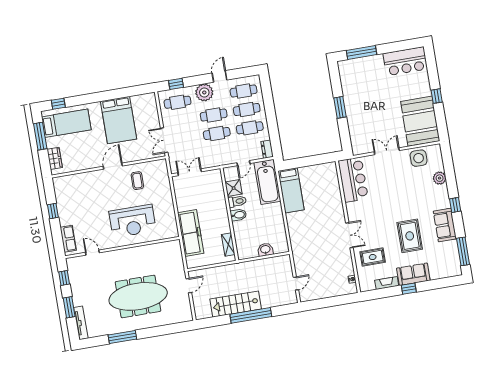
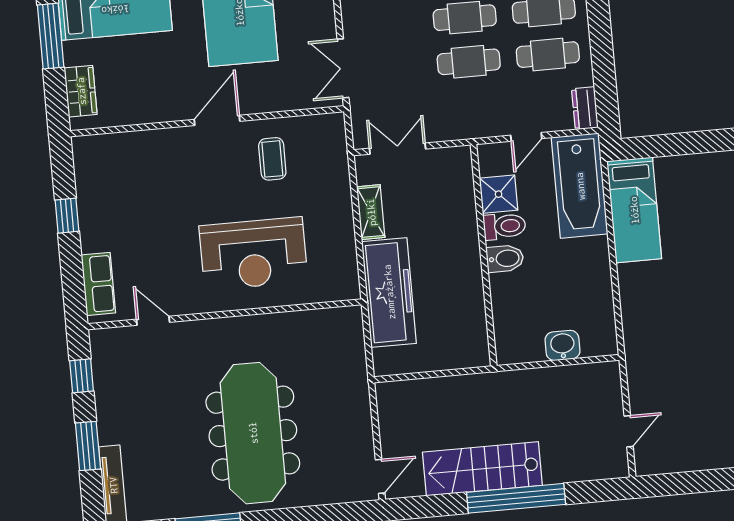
shelving: (228, 244) -> (371, 212), moved
door: (189, 286) -> (380, 476), moved
meeting table: (138, 296) -> (253, 433), turned 90

